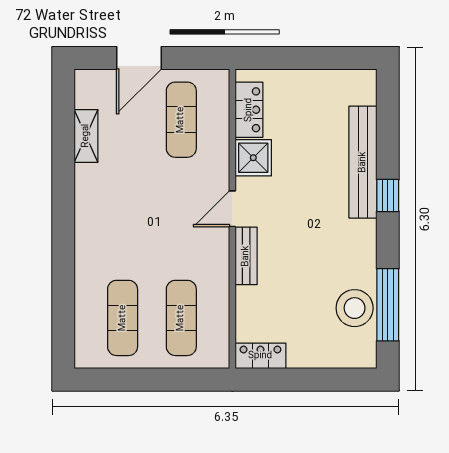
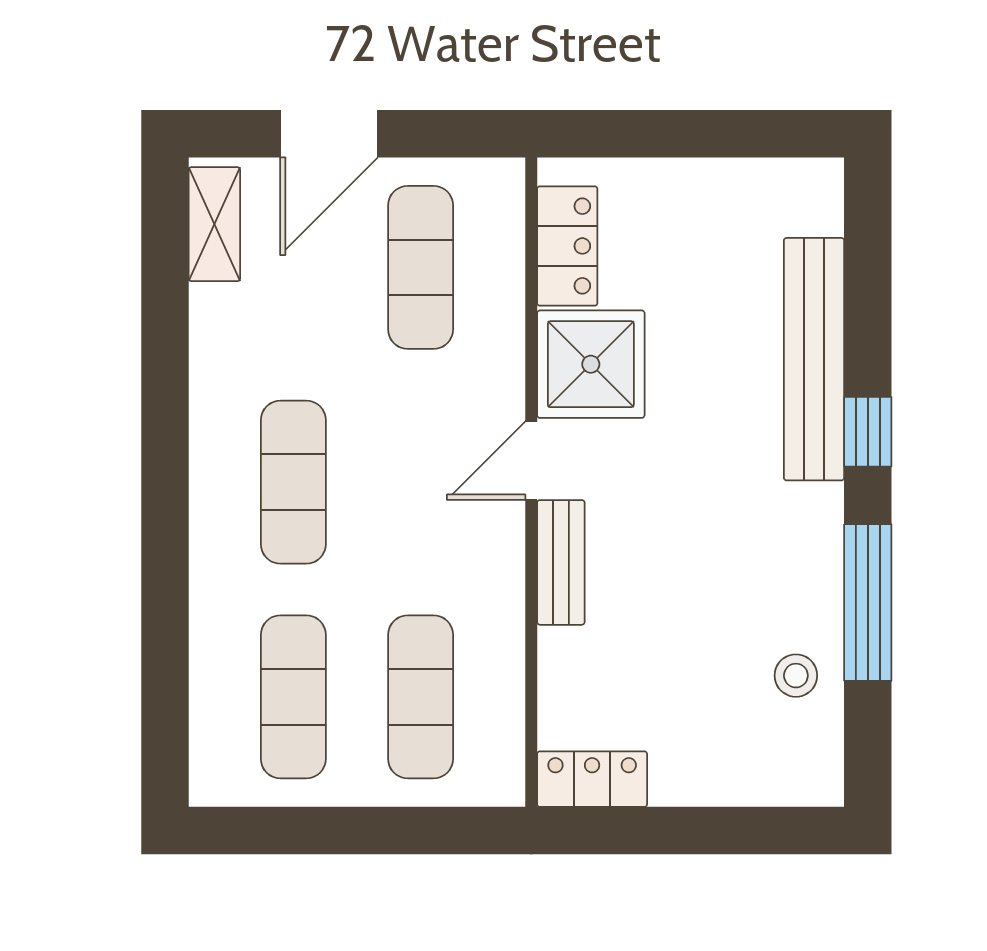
shelving: (86, 136) -> (214, 224), moved
shower: (253, 158) -> (591, 364), width x1.36, depth x1.36
exercise mat: (123, 219) -> (293, 482), added
window: (388, 305) -> (868, 603), moved
stool: (355, 308) -> (796, 676), width x0.53, depth x0.53

